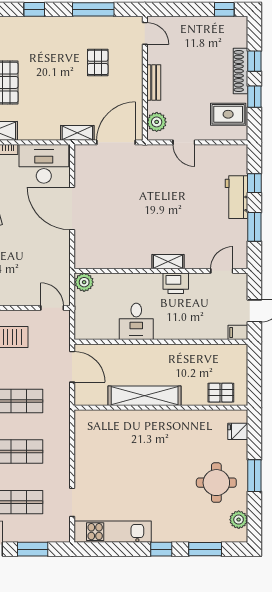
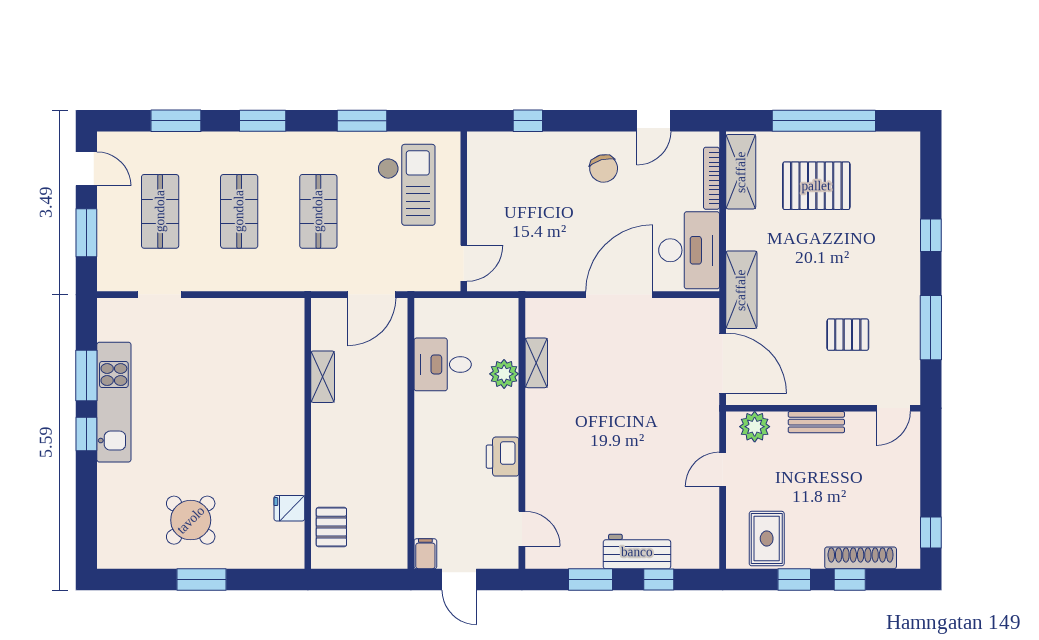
shoe rack: (240, 71) -> (861, 558), moved
shelving: (77, 133) -> (741, 290), width x1.50, depth x1.33
shelving: (168, 262) -> (536, 363), moved
plant: (84, 282) -> (504, 374), moved
desk: (136, 321) -> (443, 364), moved
shelving: (145, 396) -> (323, 377), width x0.45, depth x0.75
fridge: (238, 431) -> (289, 508), moved, turned -90
round table: (216, 483) -> (191, 520), turned 45
plant: (239, 520) -> (133, 555), removed
kitchen unit: (113, 532) -> (114, 402), moved
window: (205, 549) -> (86, 375), moved

